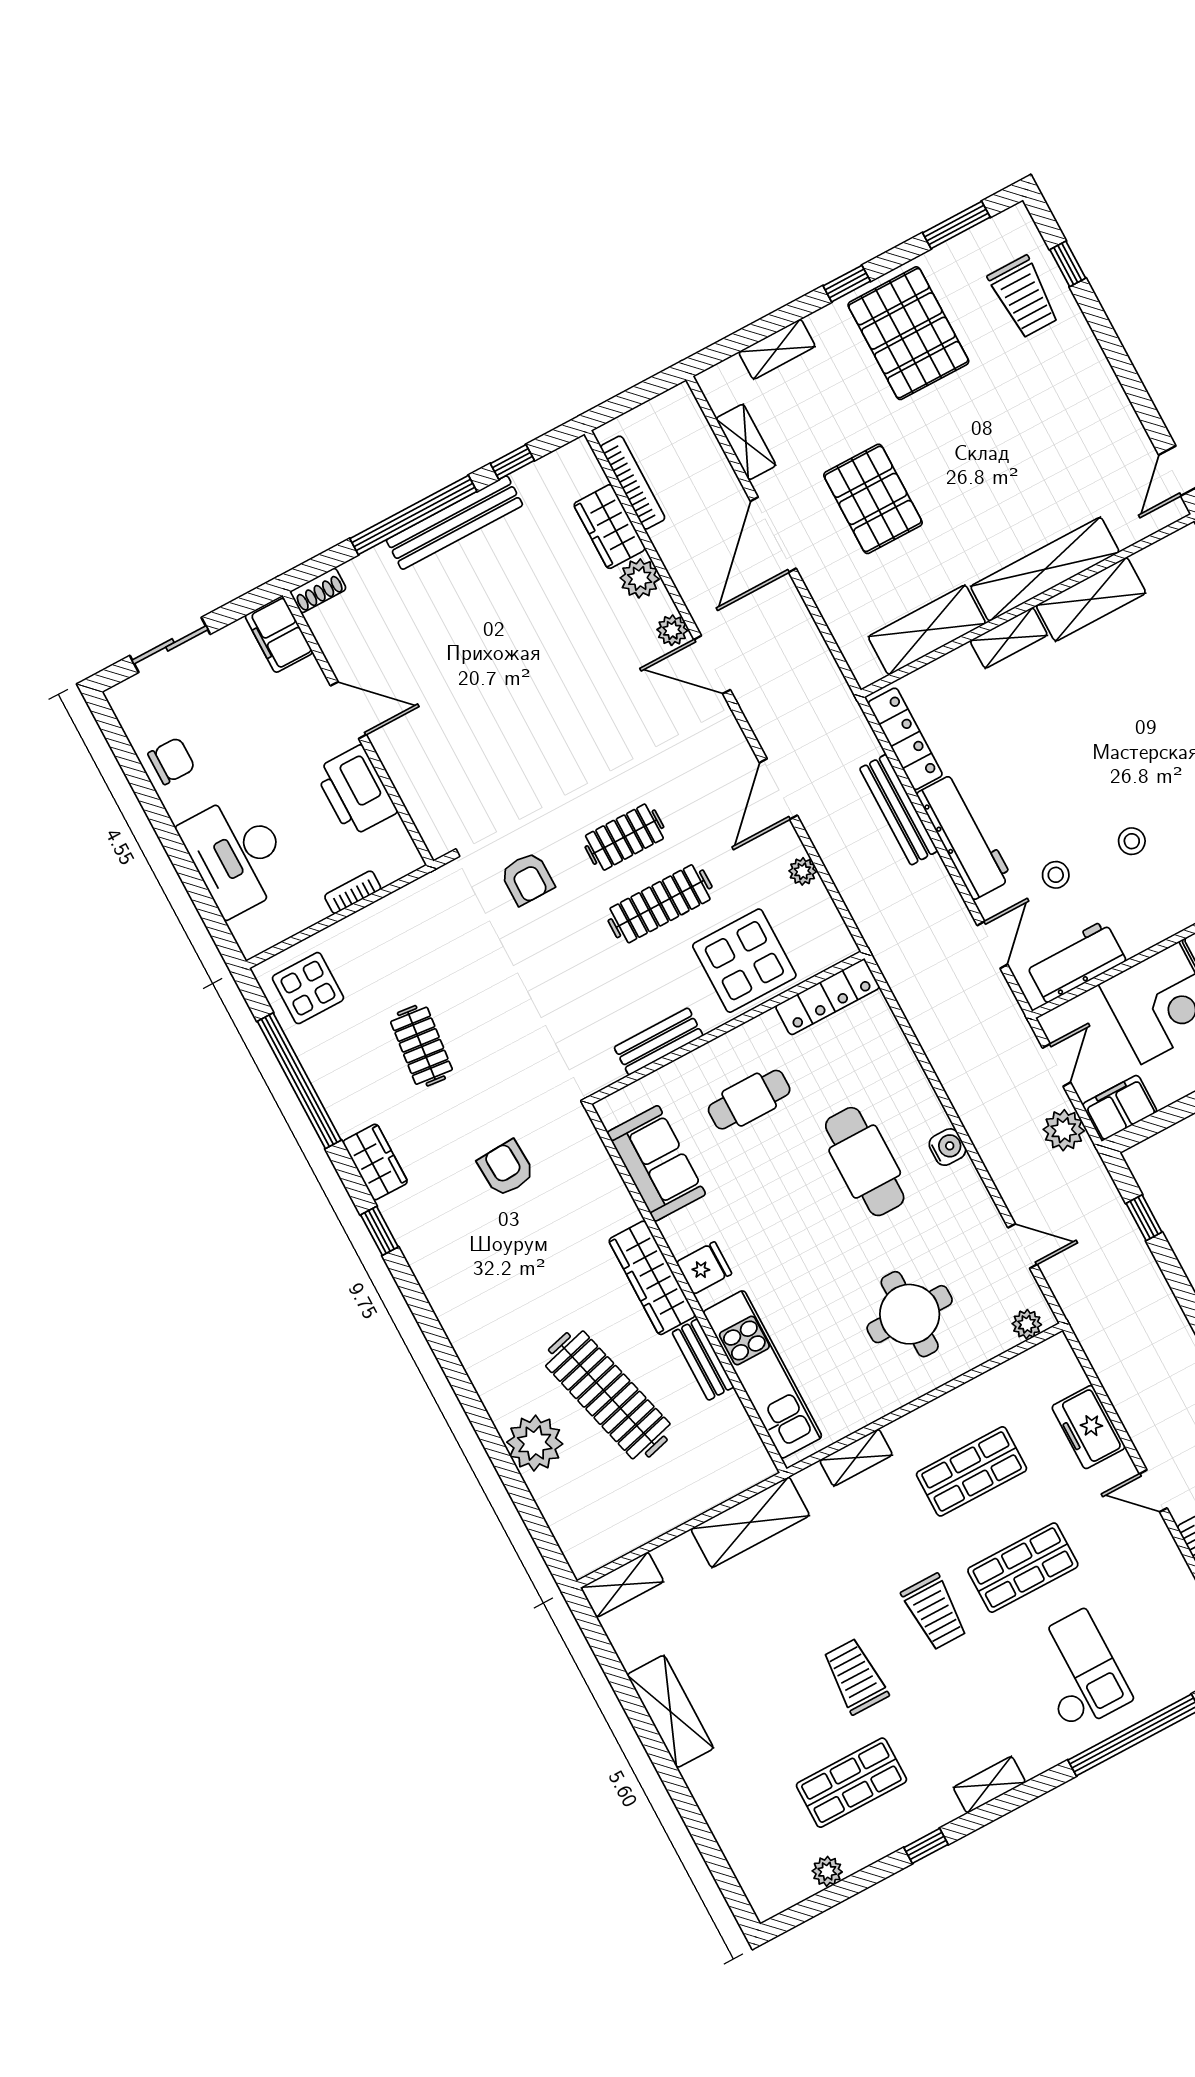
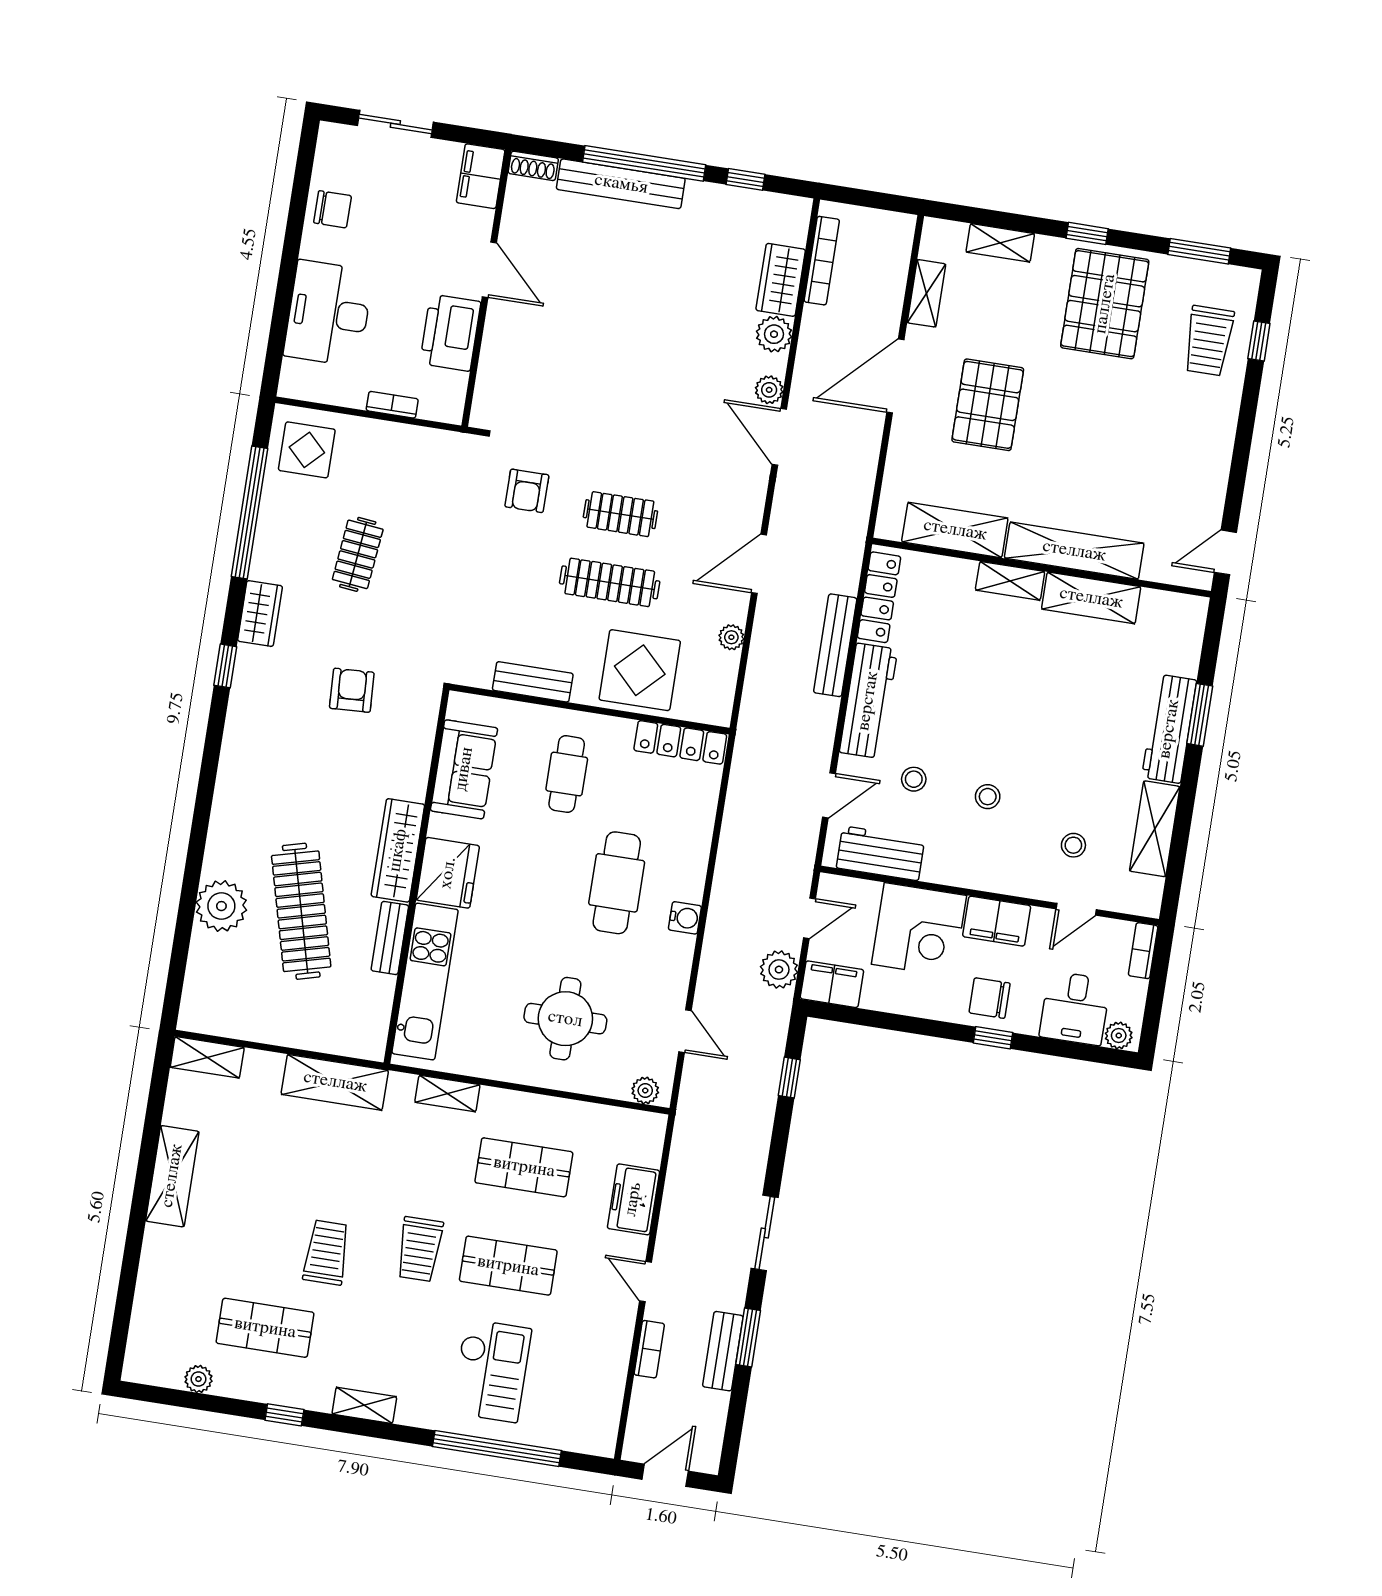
bench: (454, 523) -> (621, 184), moved
cafe table: (749, 1100) -> (567, 774), turned 90
fridge: (704, 1268) -> (448, 873), width x1.88, depth x1.34

